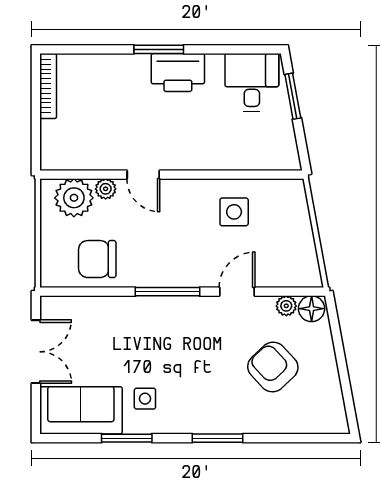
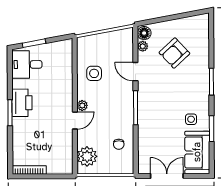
plant: (106, 189) -> (82, 105), moved
chair: (97, 259) -> (119, 144), width x0.54, depth x0.54

